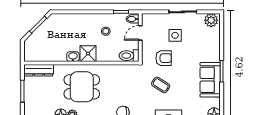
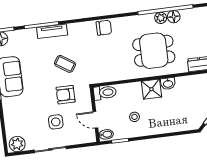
door: (140, 33) -> (95, 120), swing flipped

